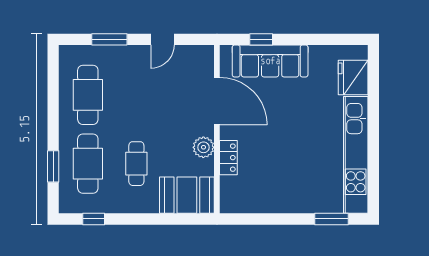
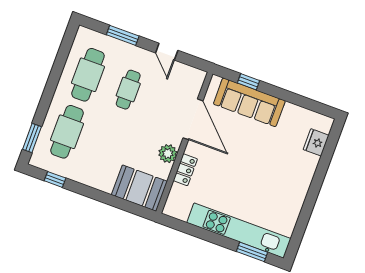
door: (162, 39) -> (167, 52), hinge flipped
fridge: (353, 77) -> (316, 142), width x0.73, depth x0.75
kitchen unit: (356, 155) -> (239, 231), moved, turned 90
cafe table: (136, 164) -> (128, 90), moved
window: (53, 166) -> (32, 138), moved

